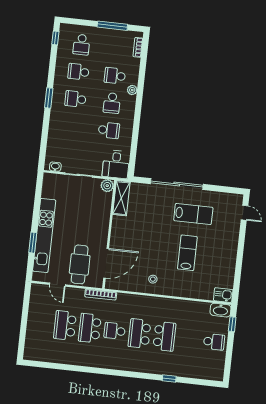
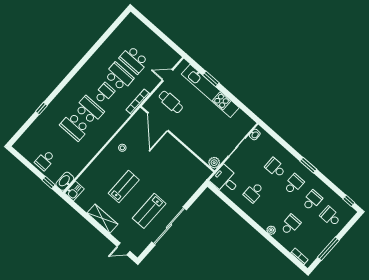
school desk: (112, 103) -> (275, 168), moved
sliding door: (177, 184) -> (169, 226), moved
shelving: (121, 198) -> (102, 219), moved
lab bench: (187, 253) -> (124, 187), turned -90
cafe table: (80, 264) -> (171, 102), width x0.73, depth x0.74
school desk: (65, 325) -> (134, 60), turned 180

